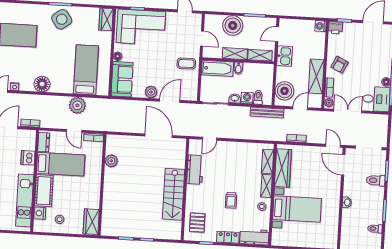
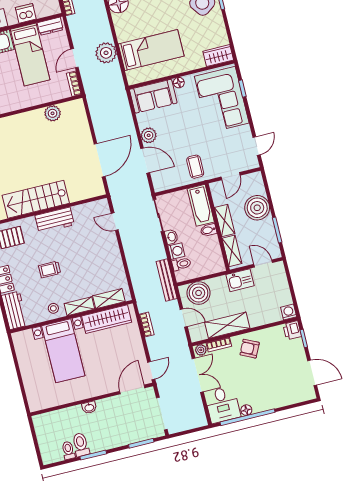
workbench: (195, 170) -> (55, 220), moved
toilet: (376, 180) -> (81, 445), moved

